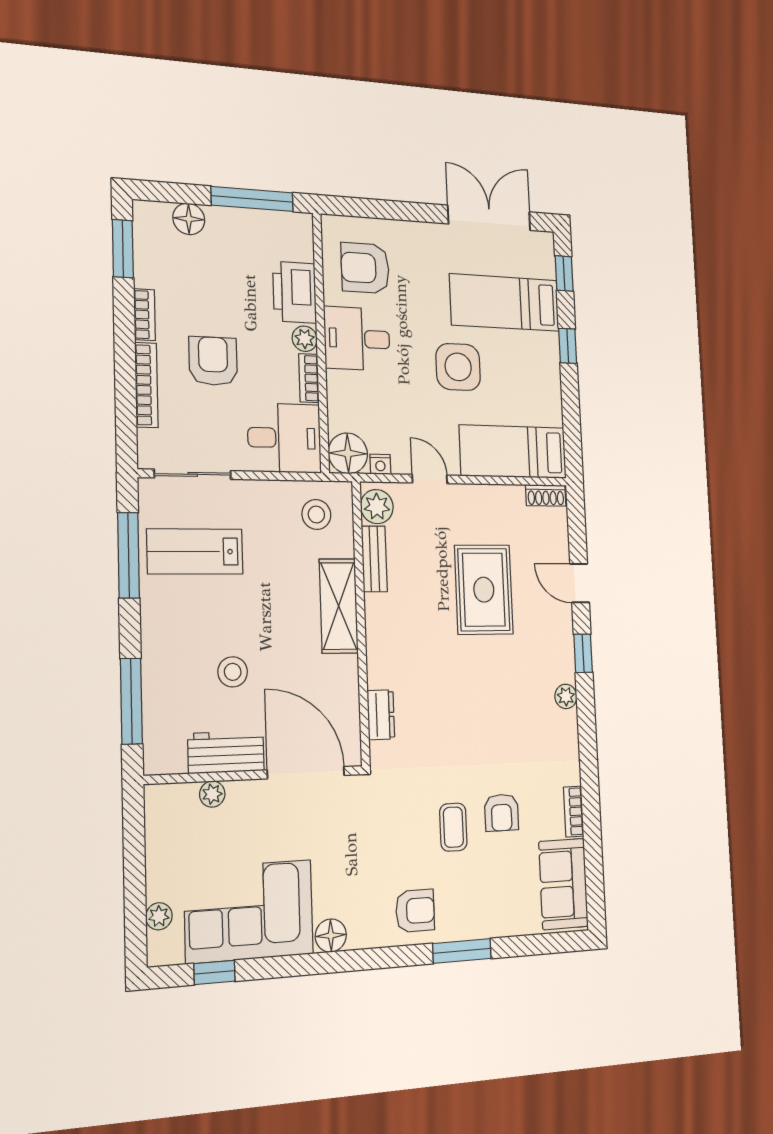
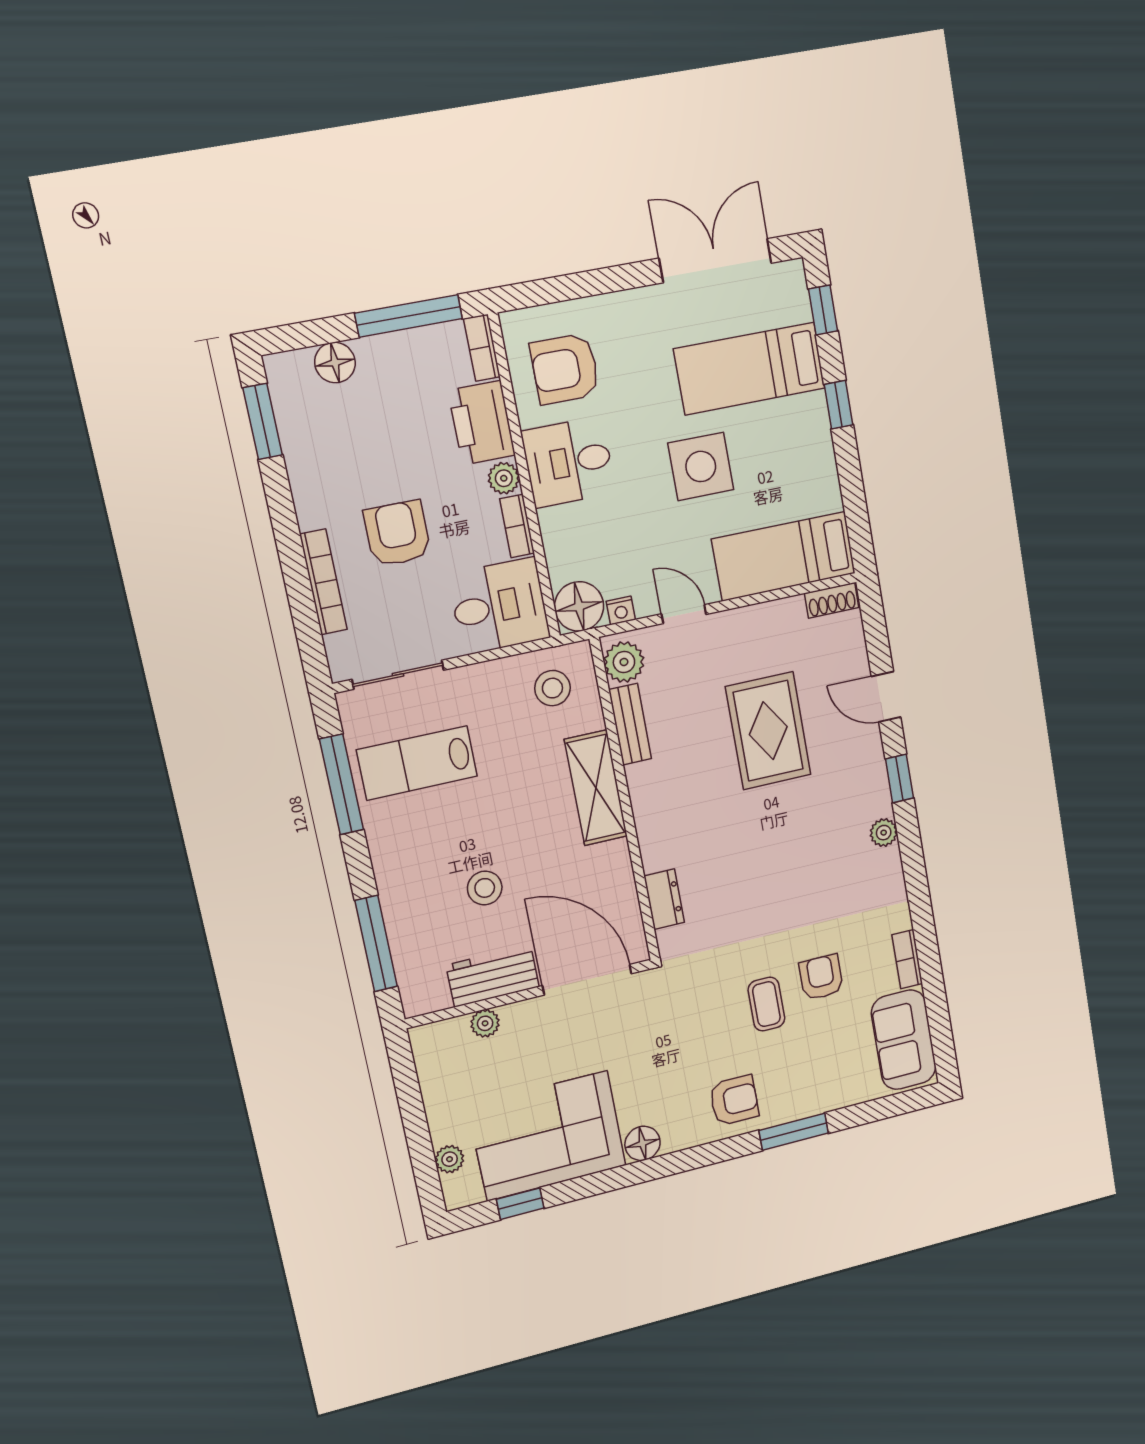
bookcase: (144, 315) -> (482, 348), moved, turned 180
armchair: (501, 813) -> (821, 977), turned 180

